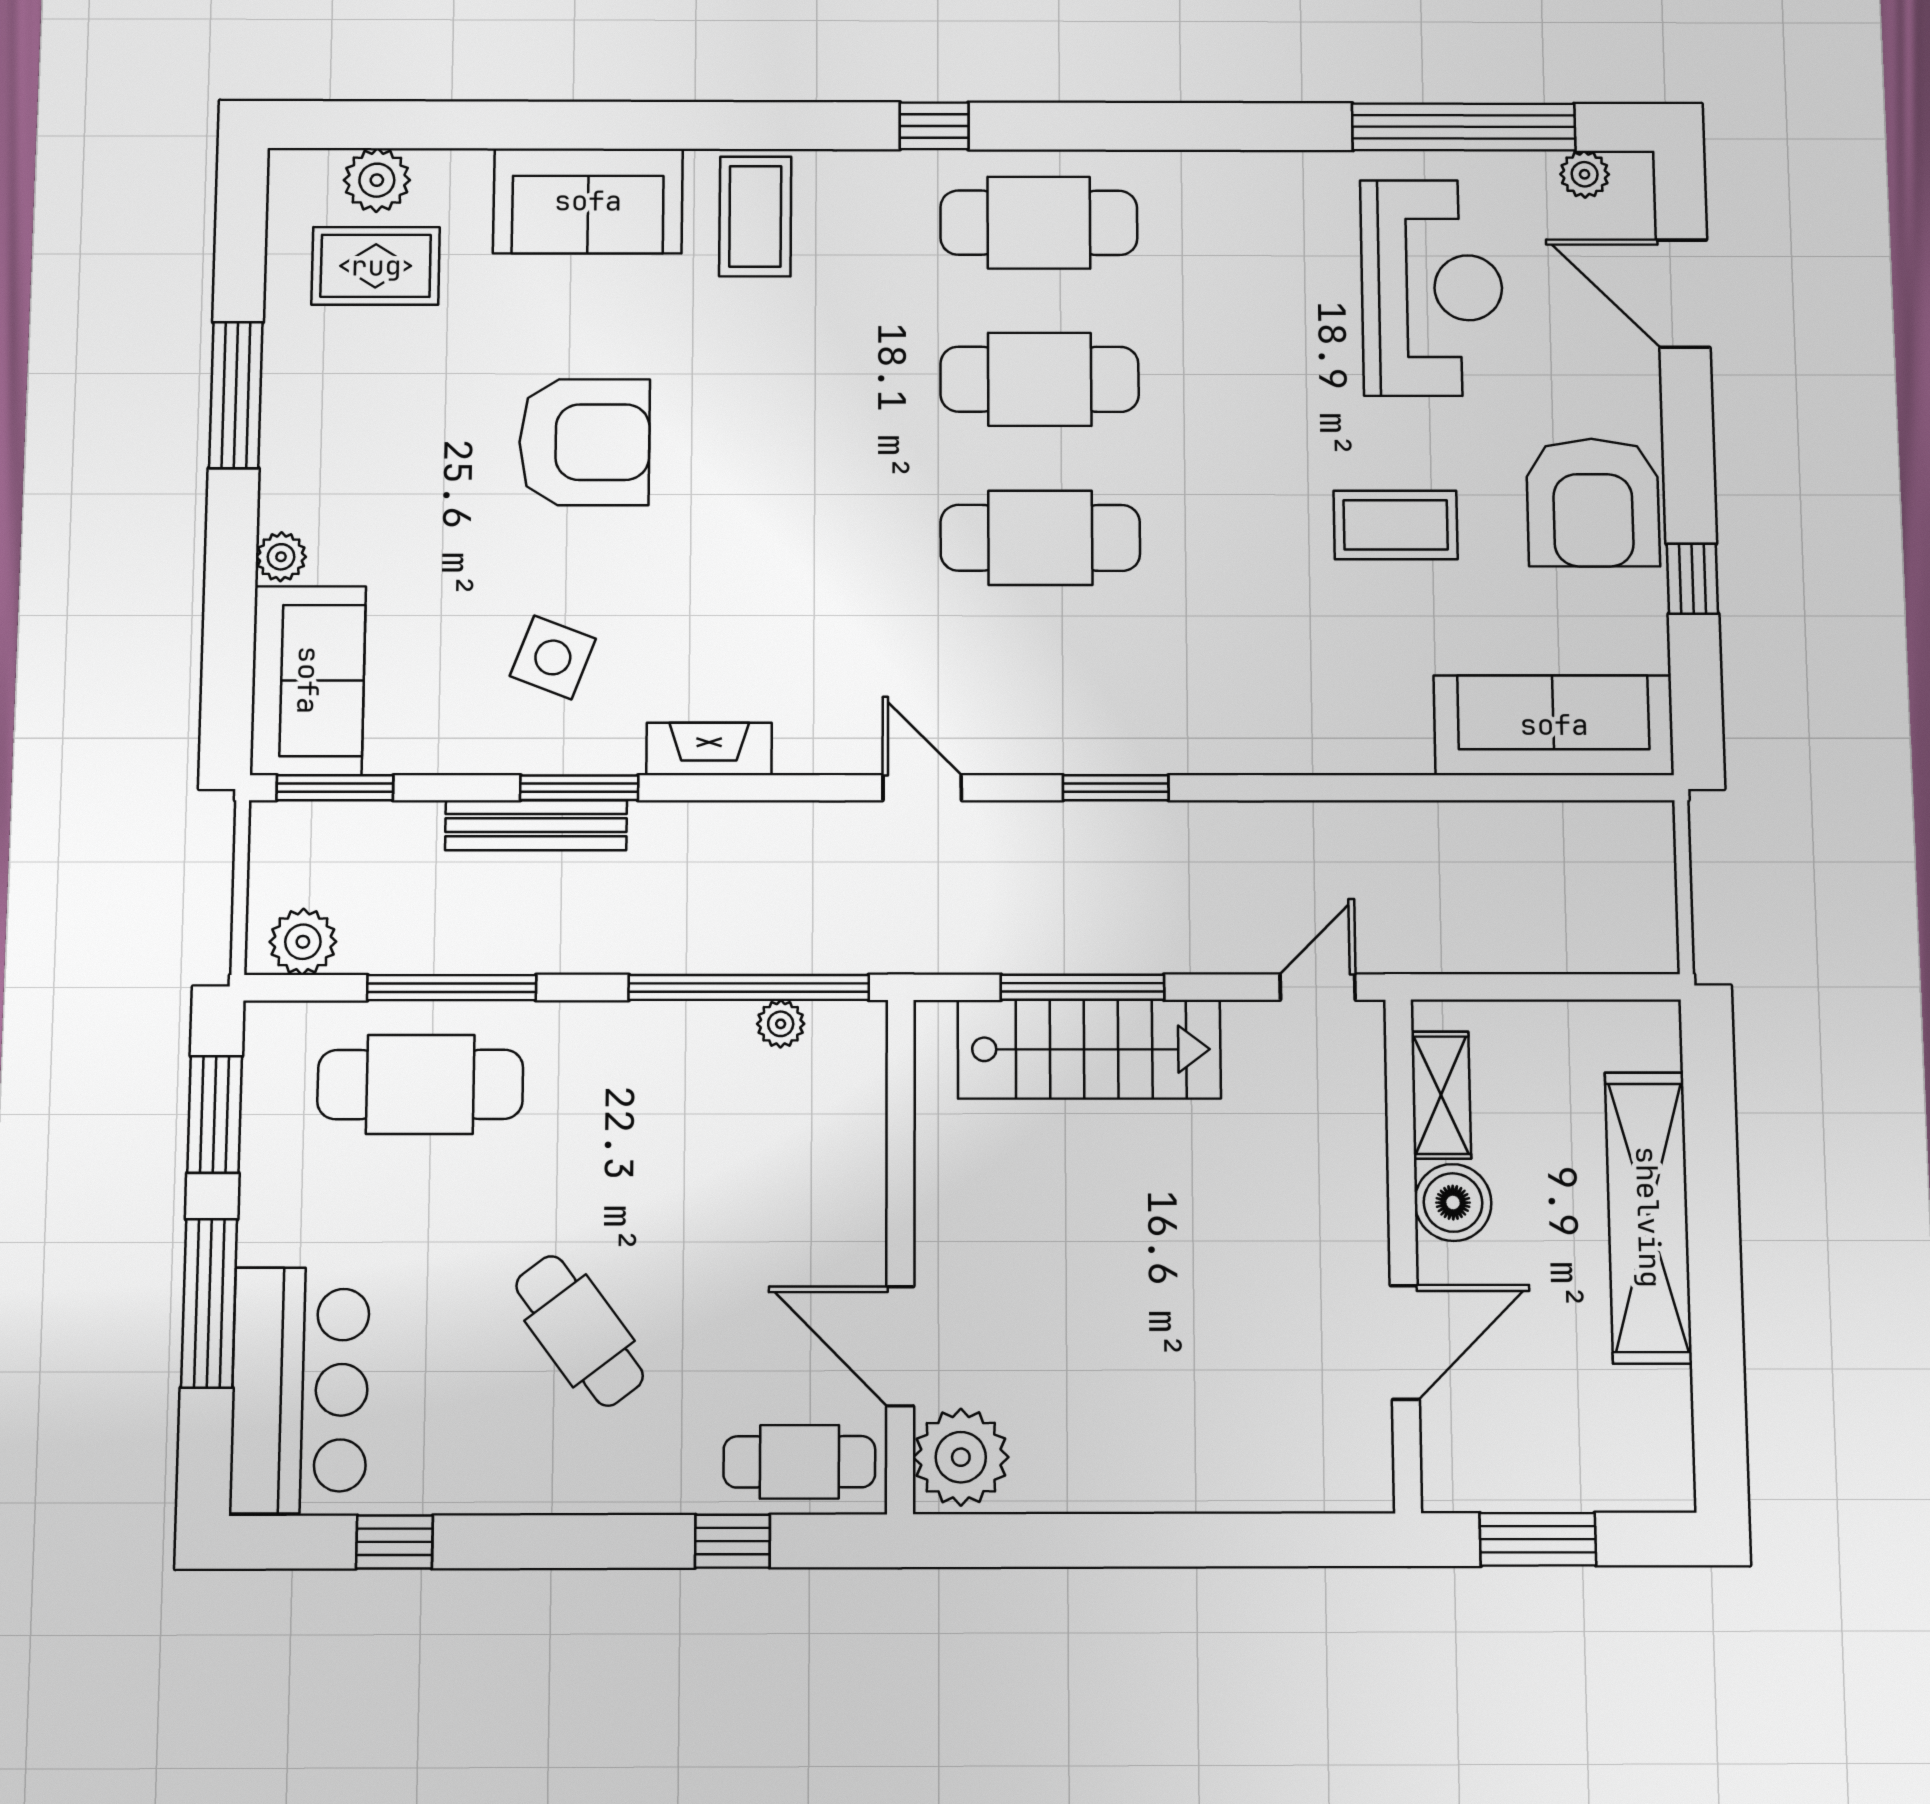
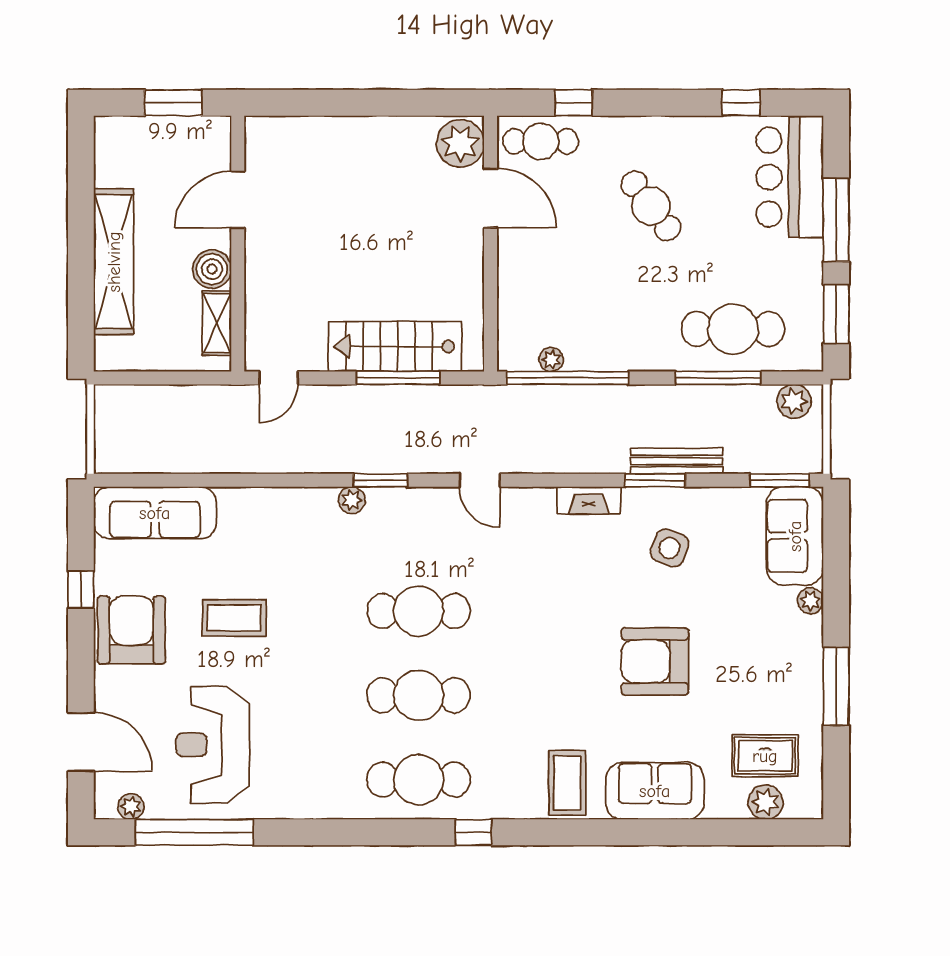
plant: (1172, 749) -> (352, 500), added

